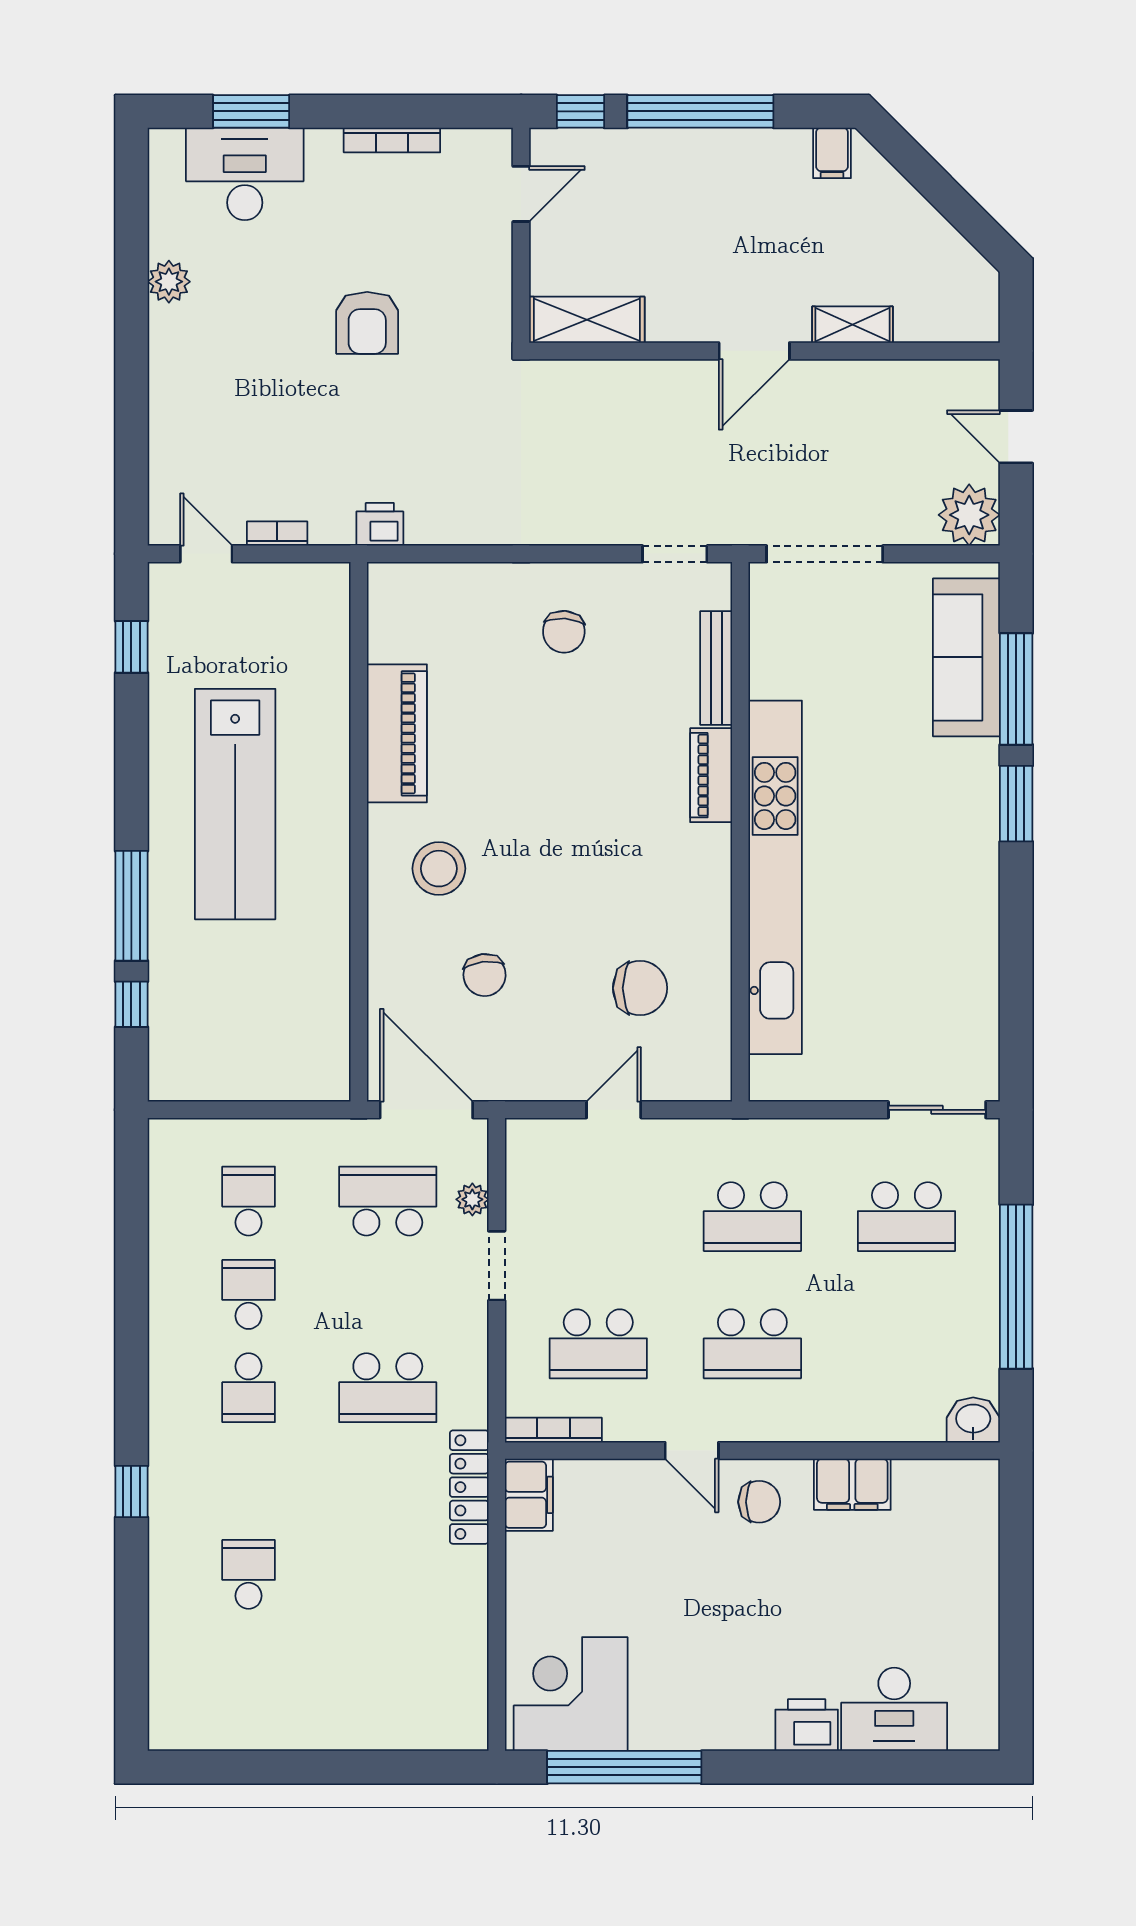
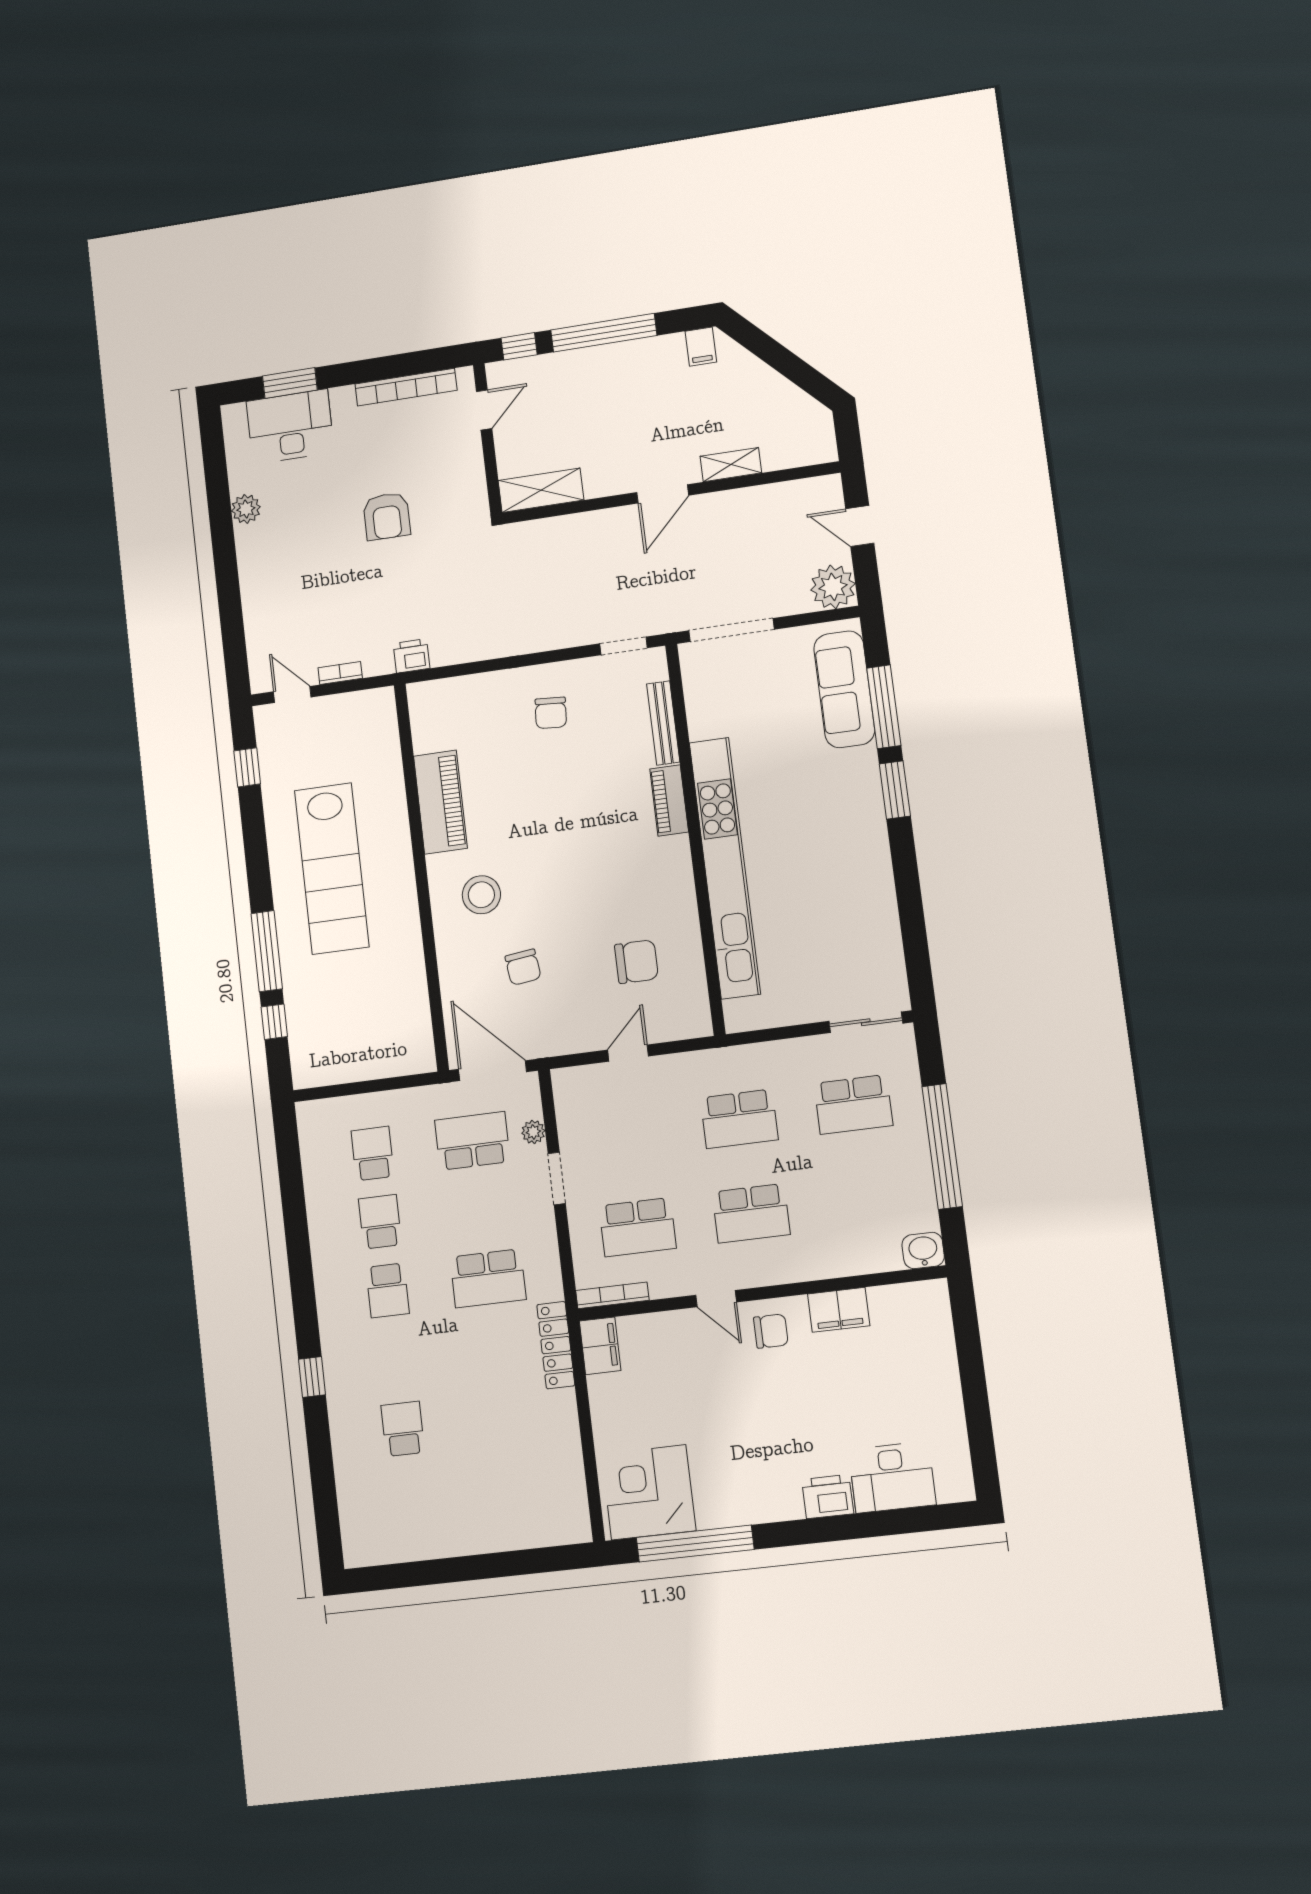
bookcase: (392, 140) -> (406, 387), width x1.48, depth x1.31

